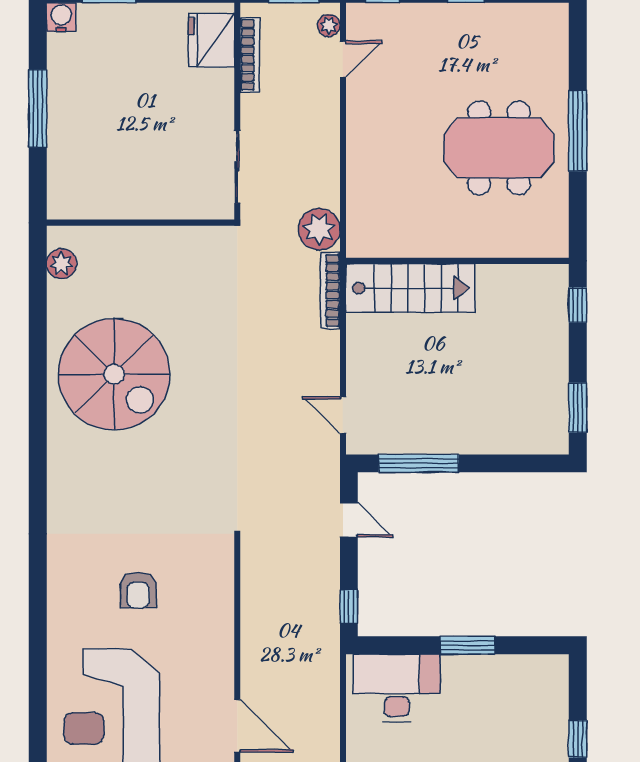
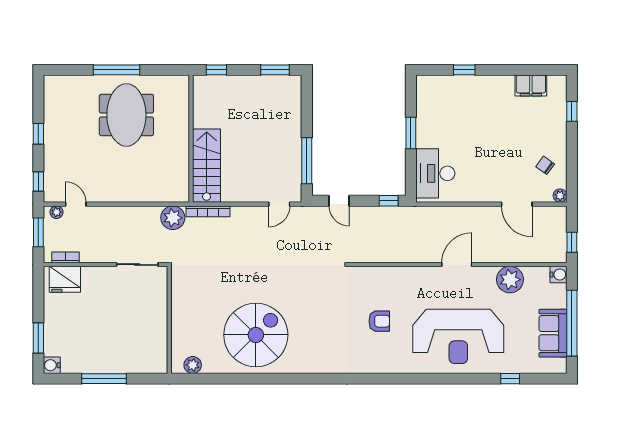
bookcase: (250, 55) -> (66, 257), width x0.64
door: (349, 520) -> (339, 201), swing flipped

